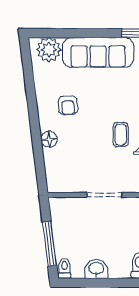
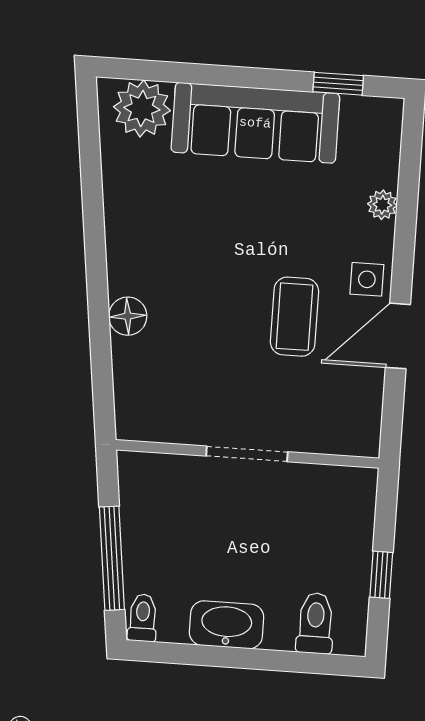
armchair: (68, 105) -> (177, 241), removed
coffee table: (121, 135) -> (294, 317), width x1.36, depth x1.30
washbasin: (96, 269) -> (227, 625), width x1.38

